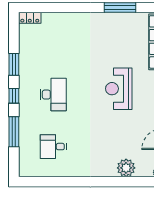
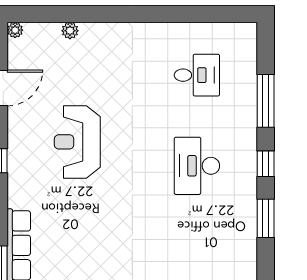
reception desk: (119, 89) -> (77, 142), moved, turned 180
plant: (126, 168) -> (70, 31), width x0.53, depth x0.53

